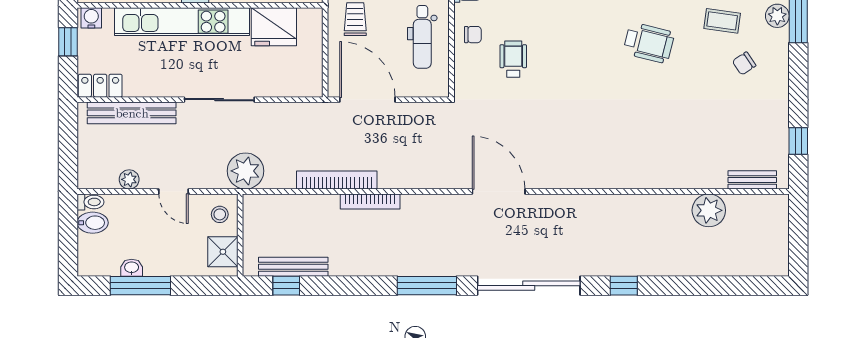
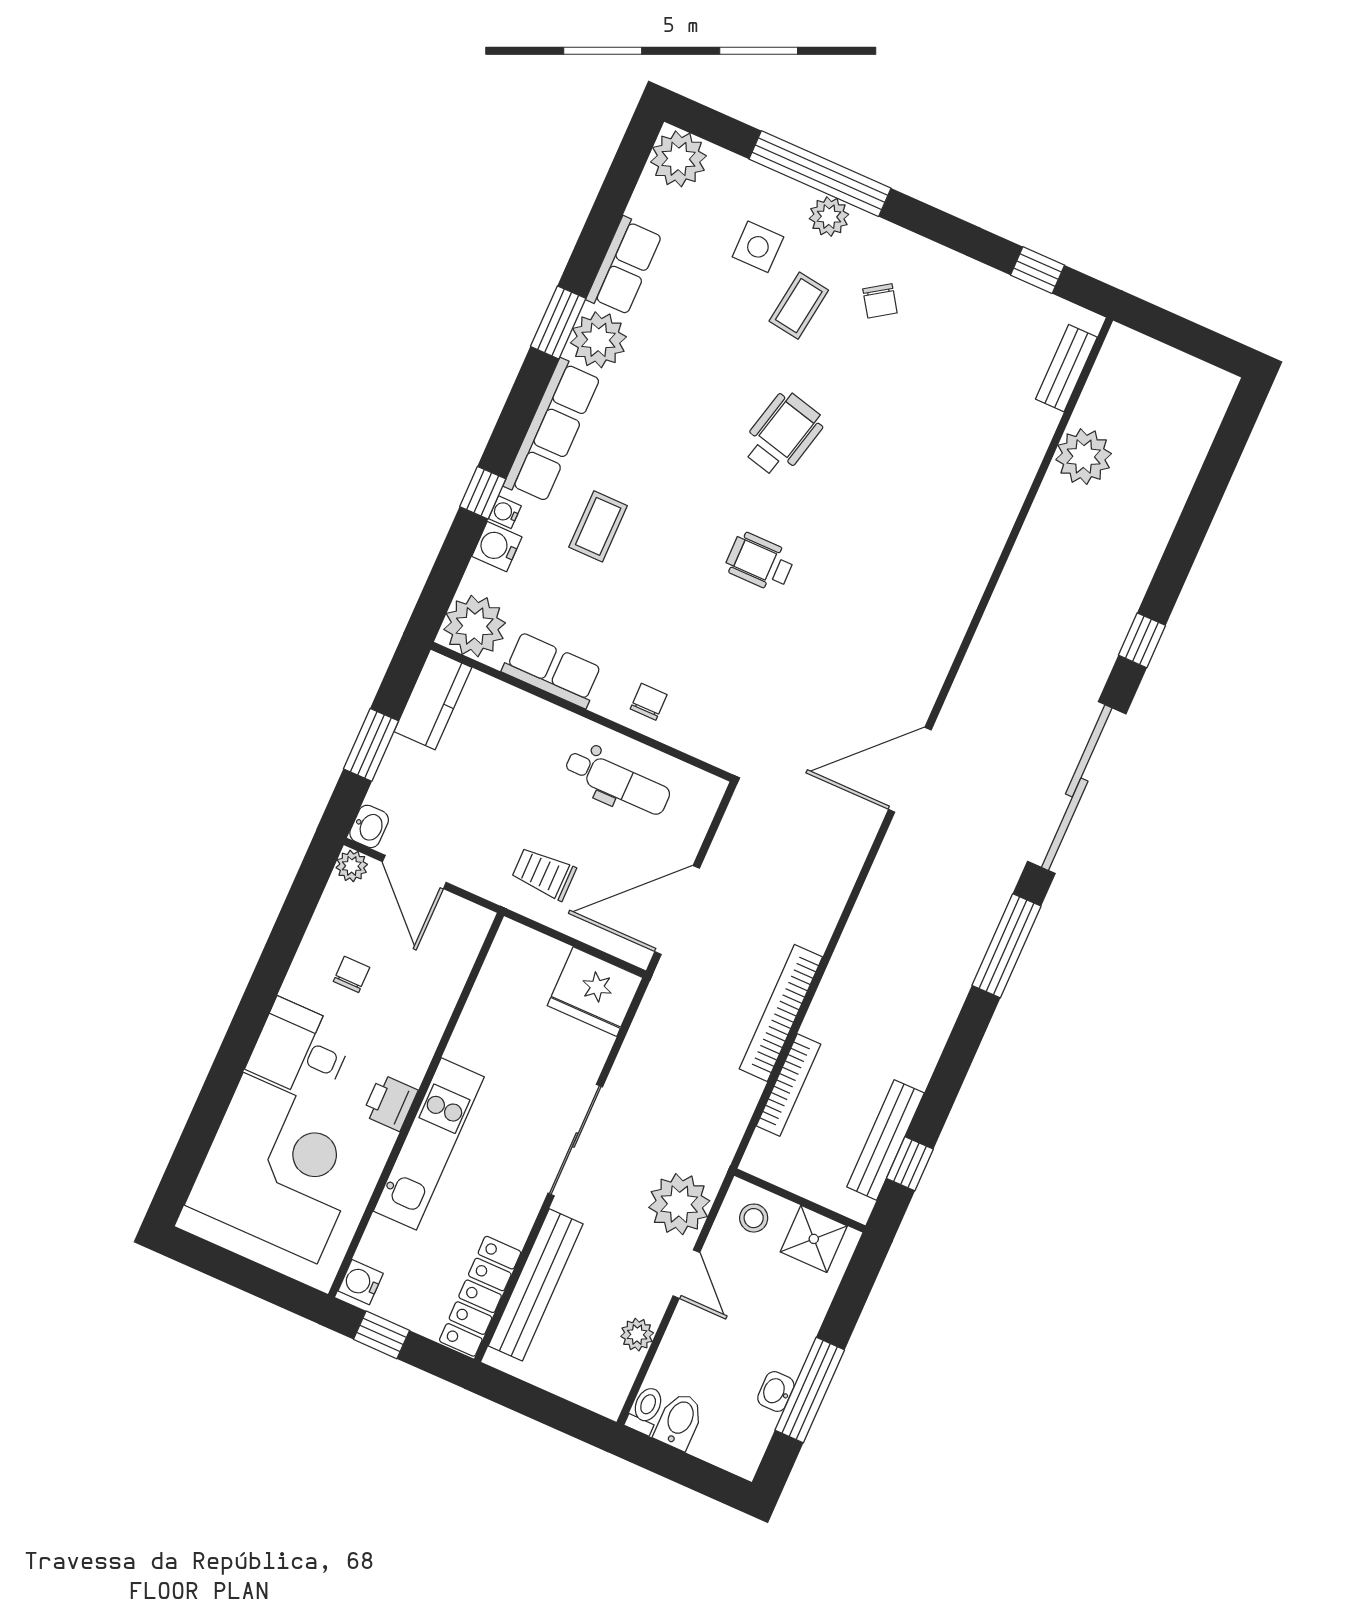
kitchen unit: (182, 22) -> (429, 1144), width x0.73
fridge: (274, 27) -> (595, 992), moved, turned 90
wheelchair: (513, 59) -> (760, 562), moved
locker: (100, 86) -> (480, 1296), width x1.53
plant: (245, 171) -> (679, 1204), moved
door: (173, 191) -> (686, 1274), hinge flipped
bookcase: (370, 201) -> (788, 1085), moved

